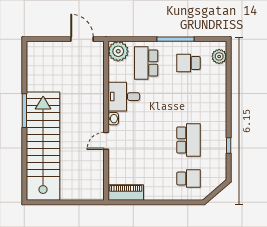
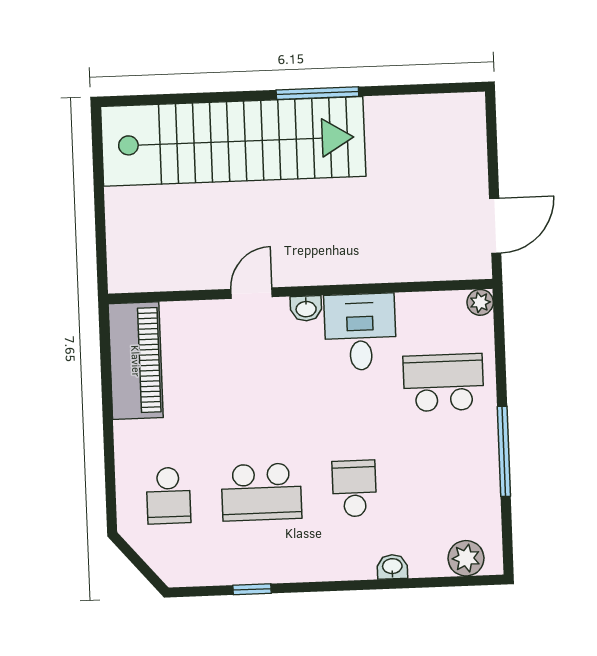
plant: (118, 51) -> (480, 302), width x0.53, depth x0.53
school desk: (188, 63) -> (354, 488), moved
washbasin: (222, 87) -> (392, 567), added
door: (106, 141) -> (252, 293), hinge flipped
piano: (126, 193) -> (136, 361), width x1.37, depth x1.33

